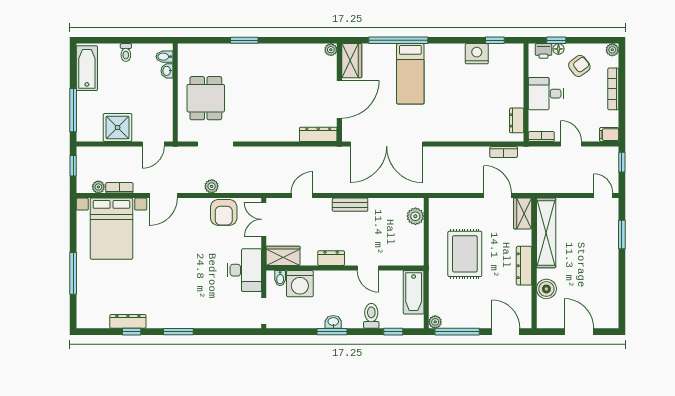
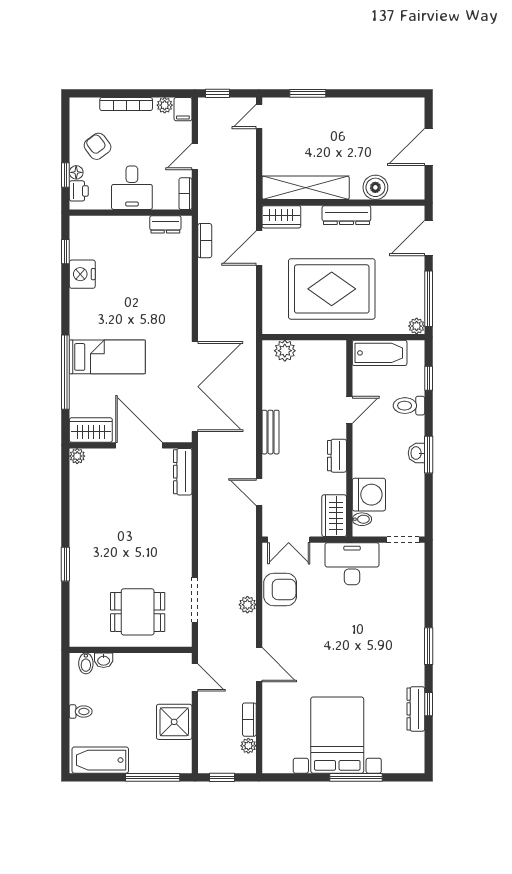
plant: (612, 50) -> (165, 105), moved
bed with nightstands: (111, 229) -> (337, 735), moved, turned -90
rug: (465, 254) -> (332, 289), width x1.37, depth x1.44

